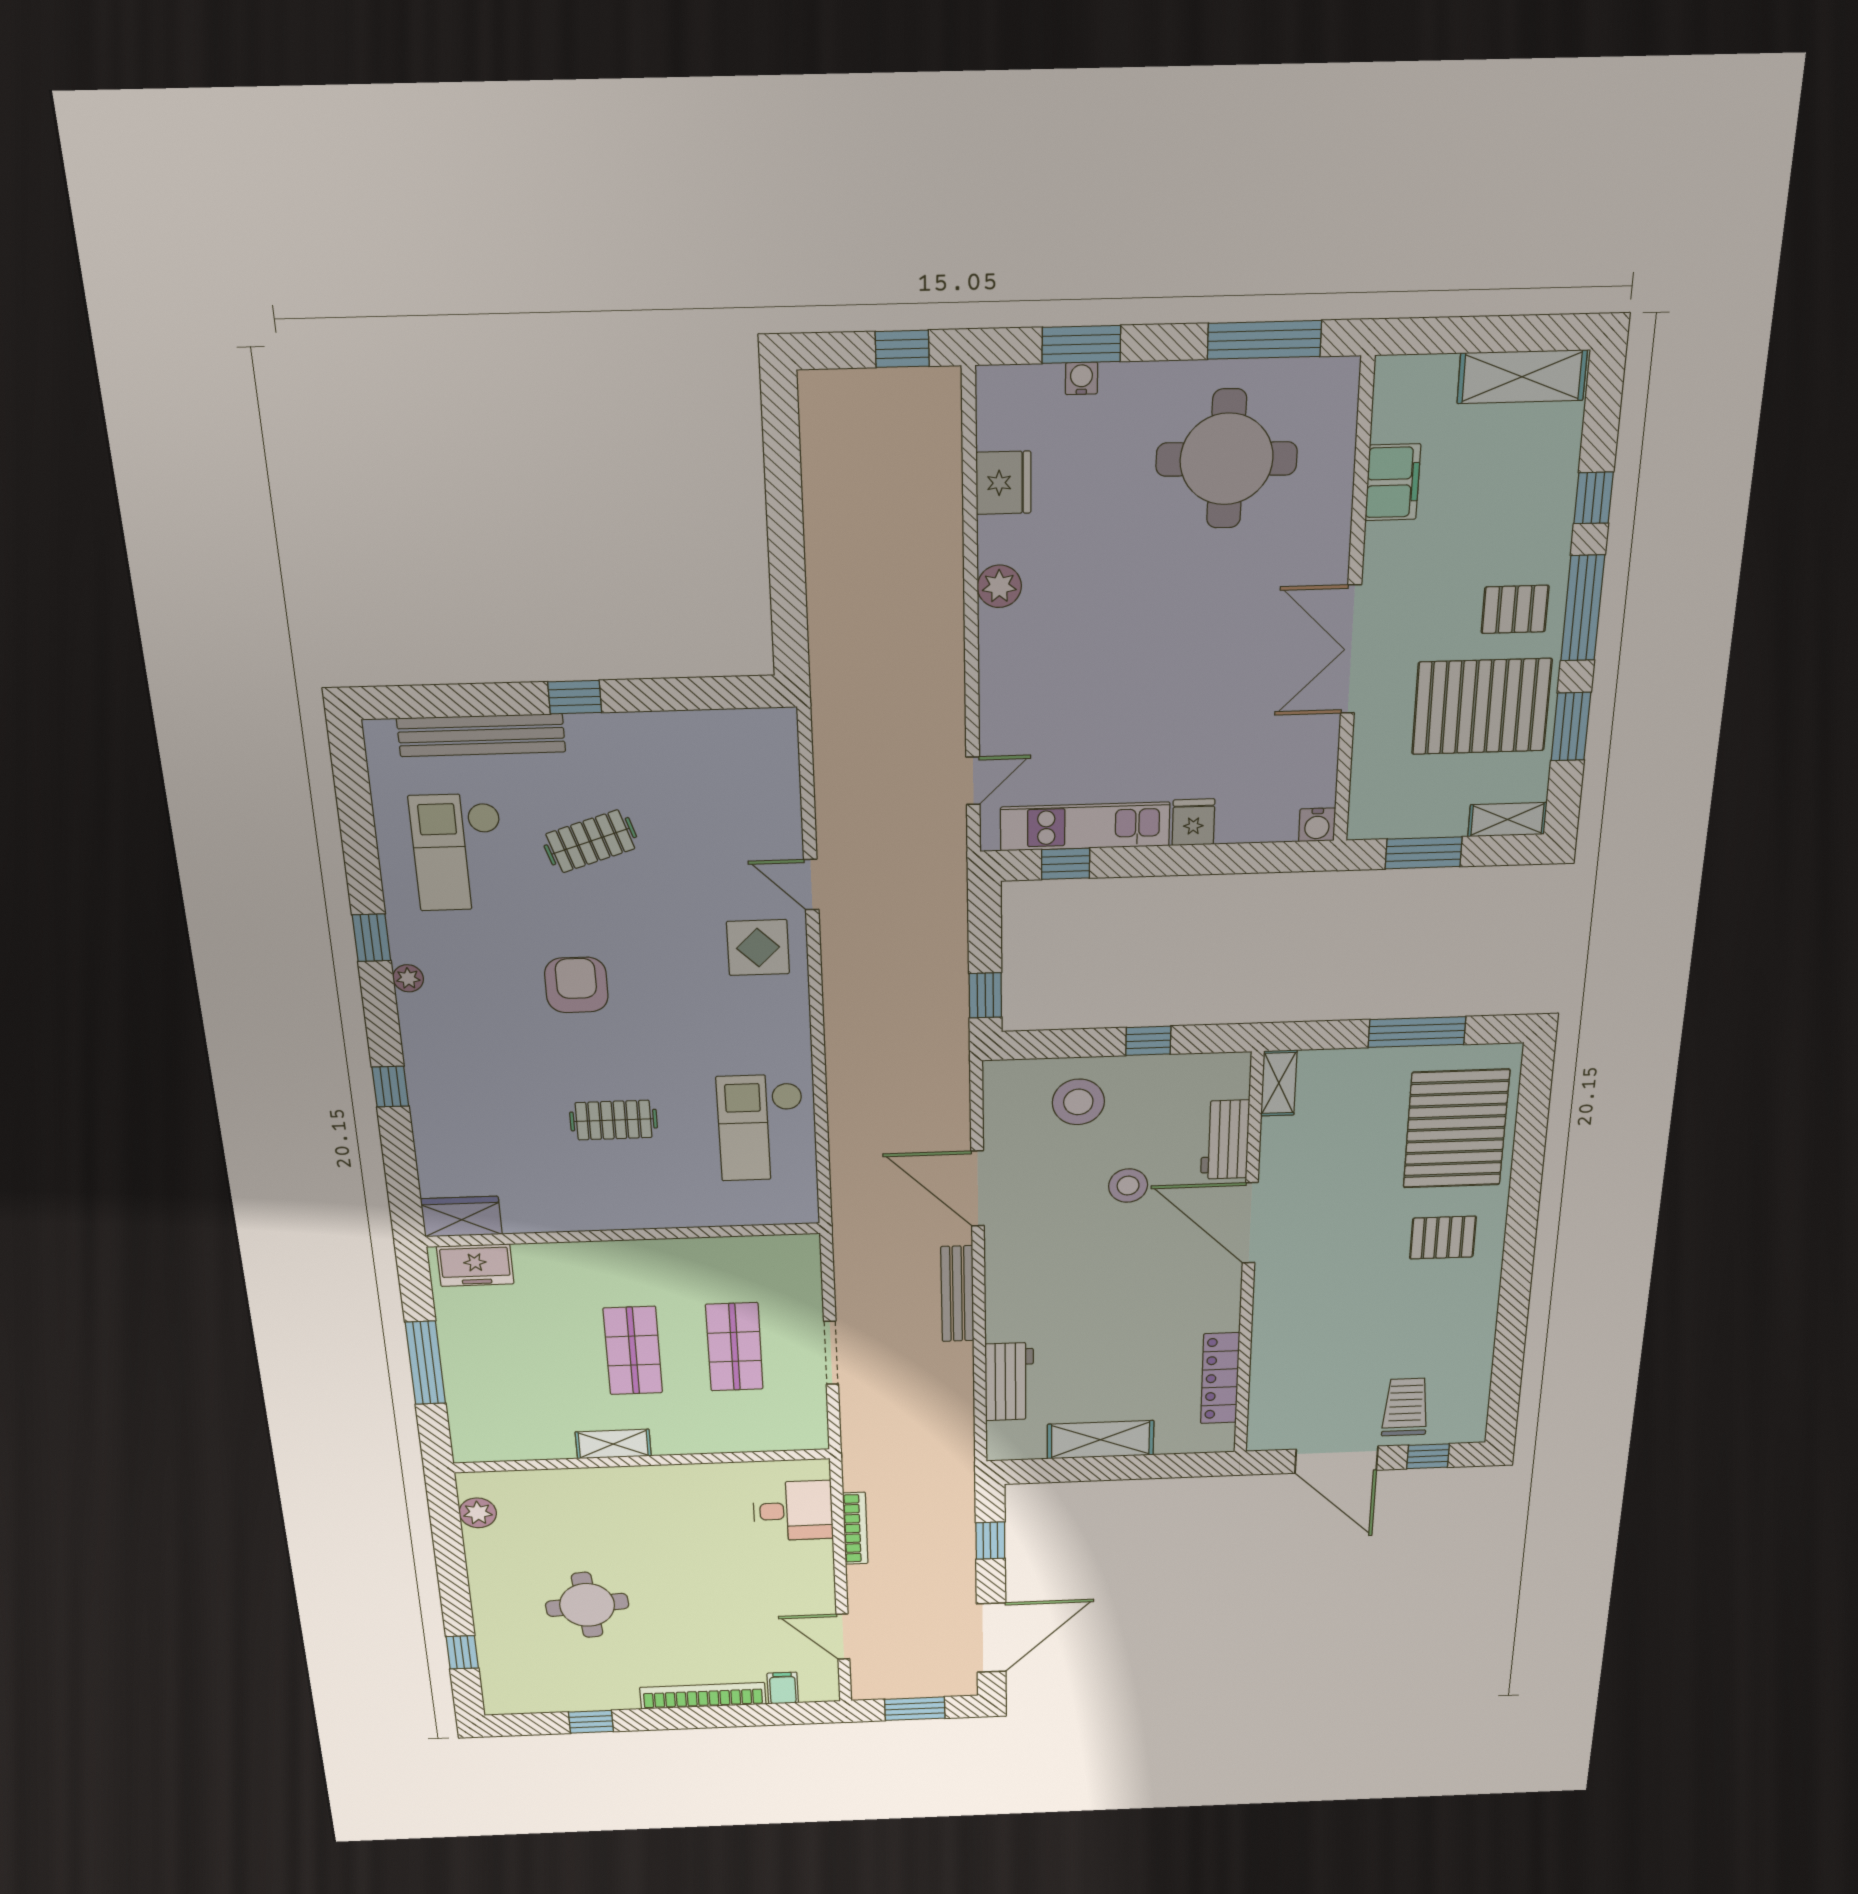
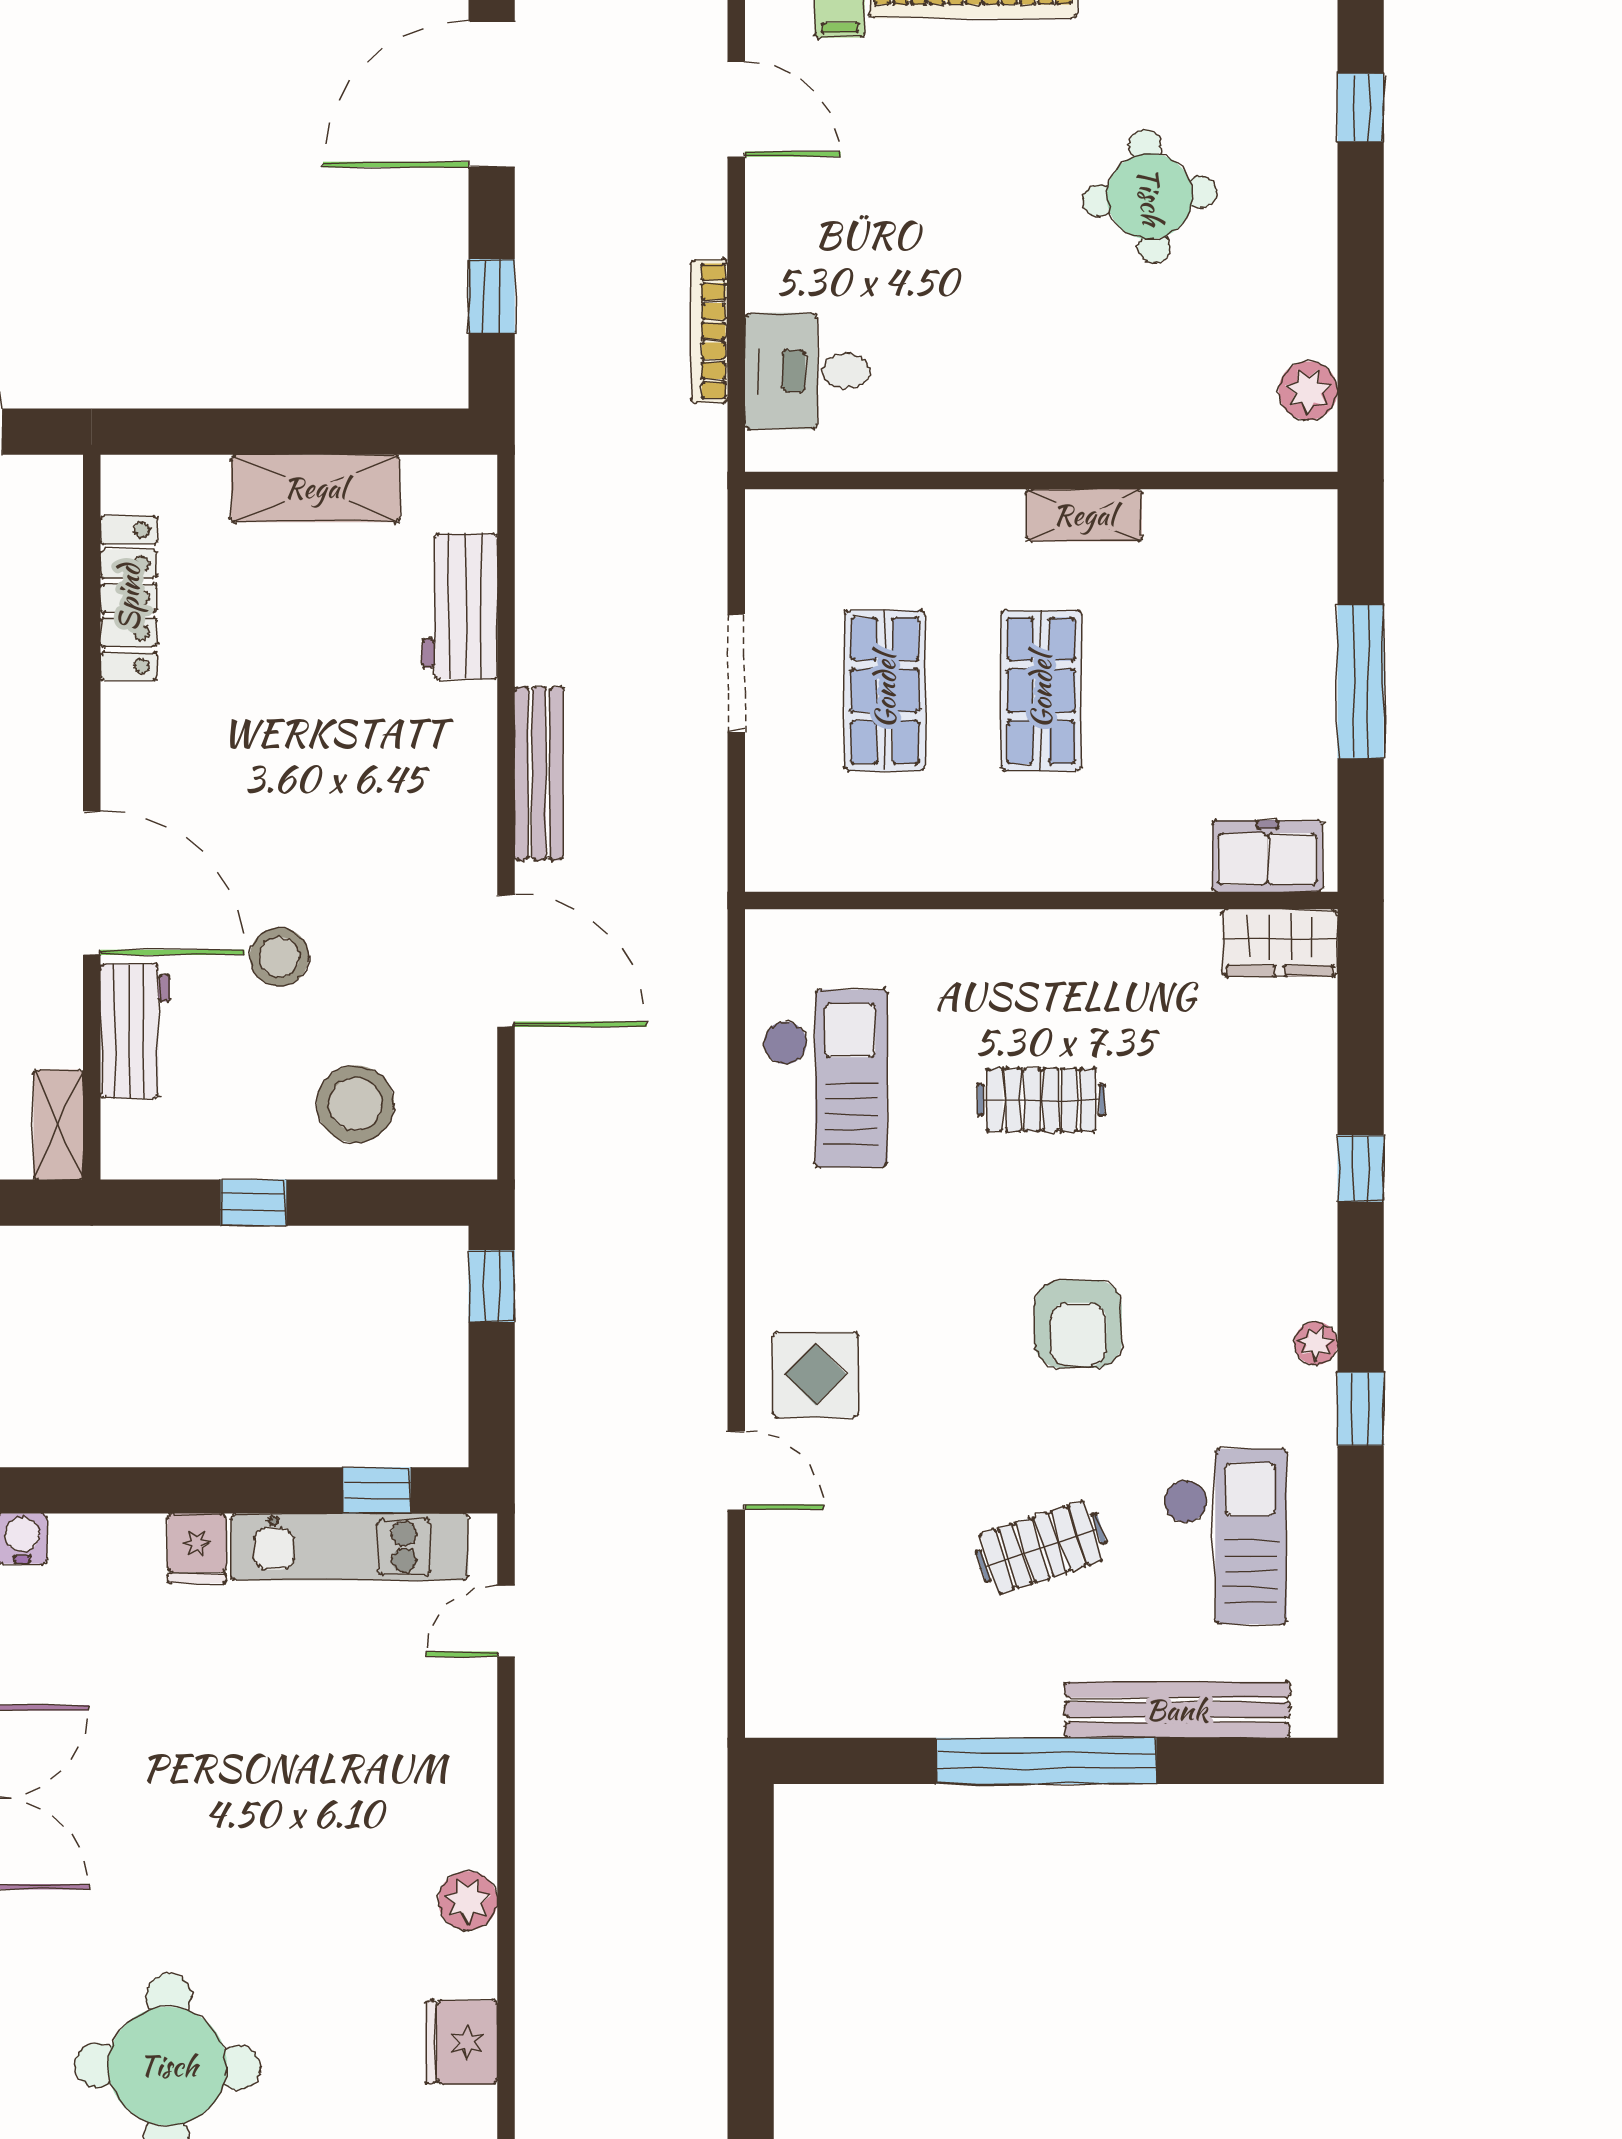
window: (575, 697) -> (1046, 1761), width x3.17

